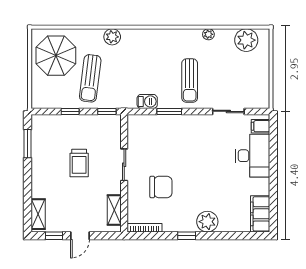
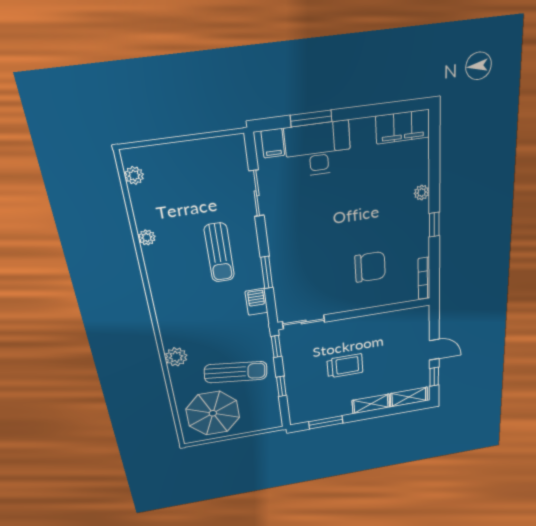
plant: (246, 40) -> (134, 175), width x0.53, depth x0.53
sun lounger: (190, 81) -> (219, 253), turned 90
window: (273, 153) -> (311, 118), added
sliding door: (124, 165) -> (304, 322), moved
chair: (161, 187) -> (370, 267), turned 90
shelving: (114, 210) -> (371, 404), moved
plant: (207, 222) -> (422, 193), width x0.53, depth x0.53

